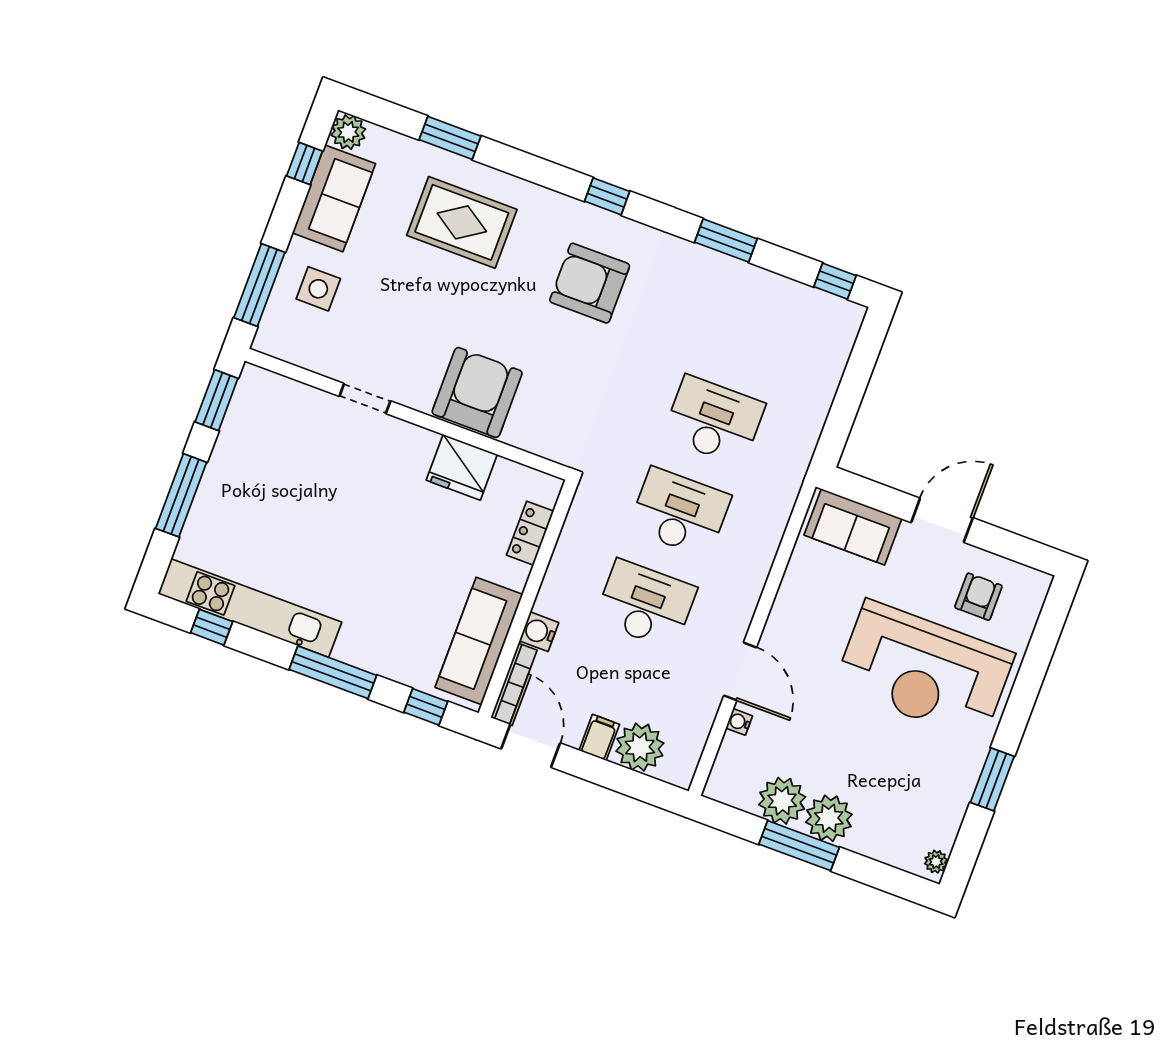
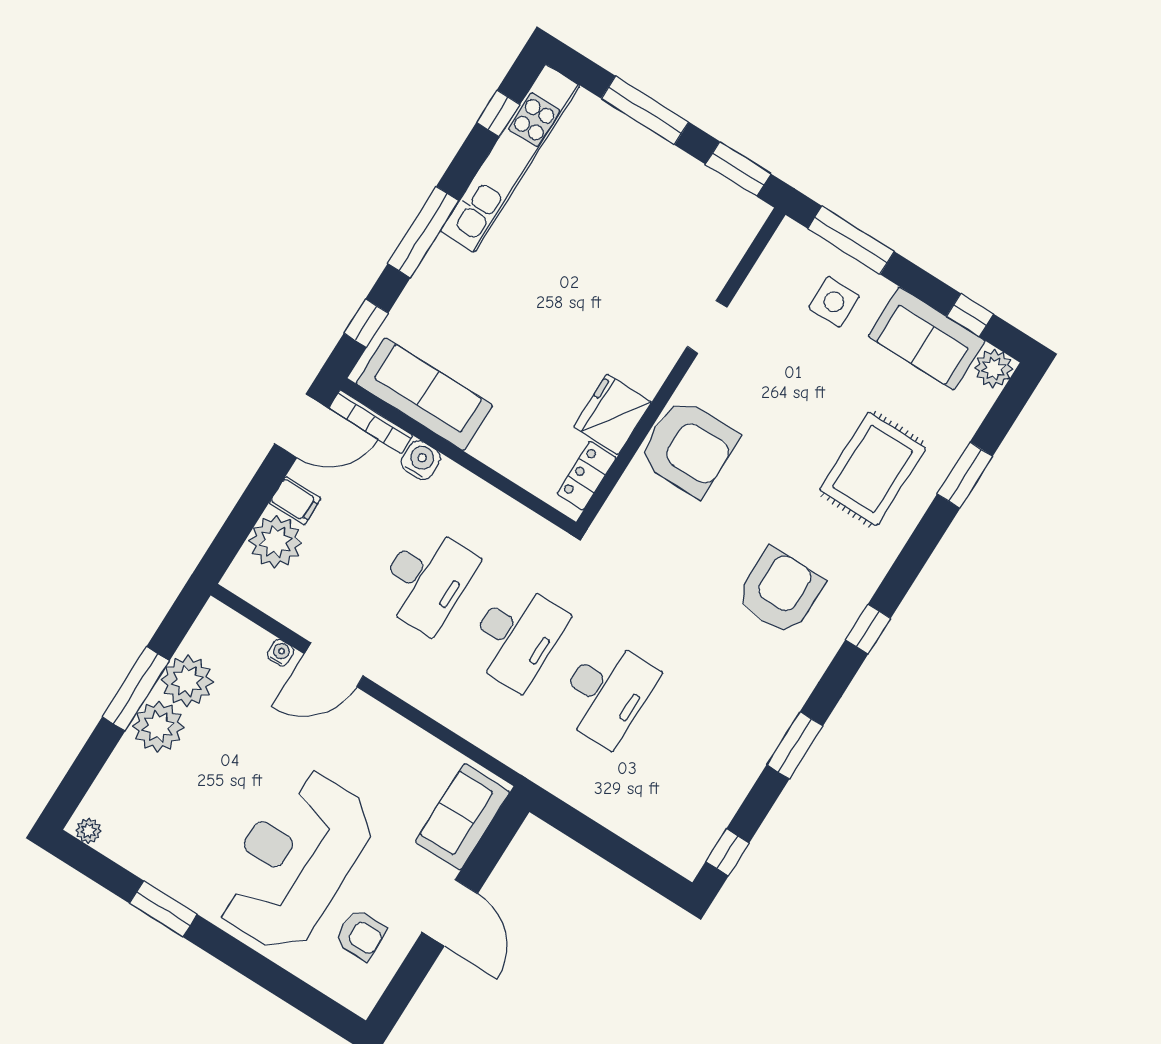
locker: (530, 533) -> (587, 476), moved, turned -90

